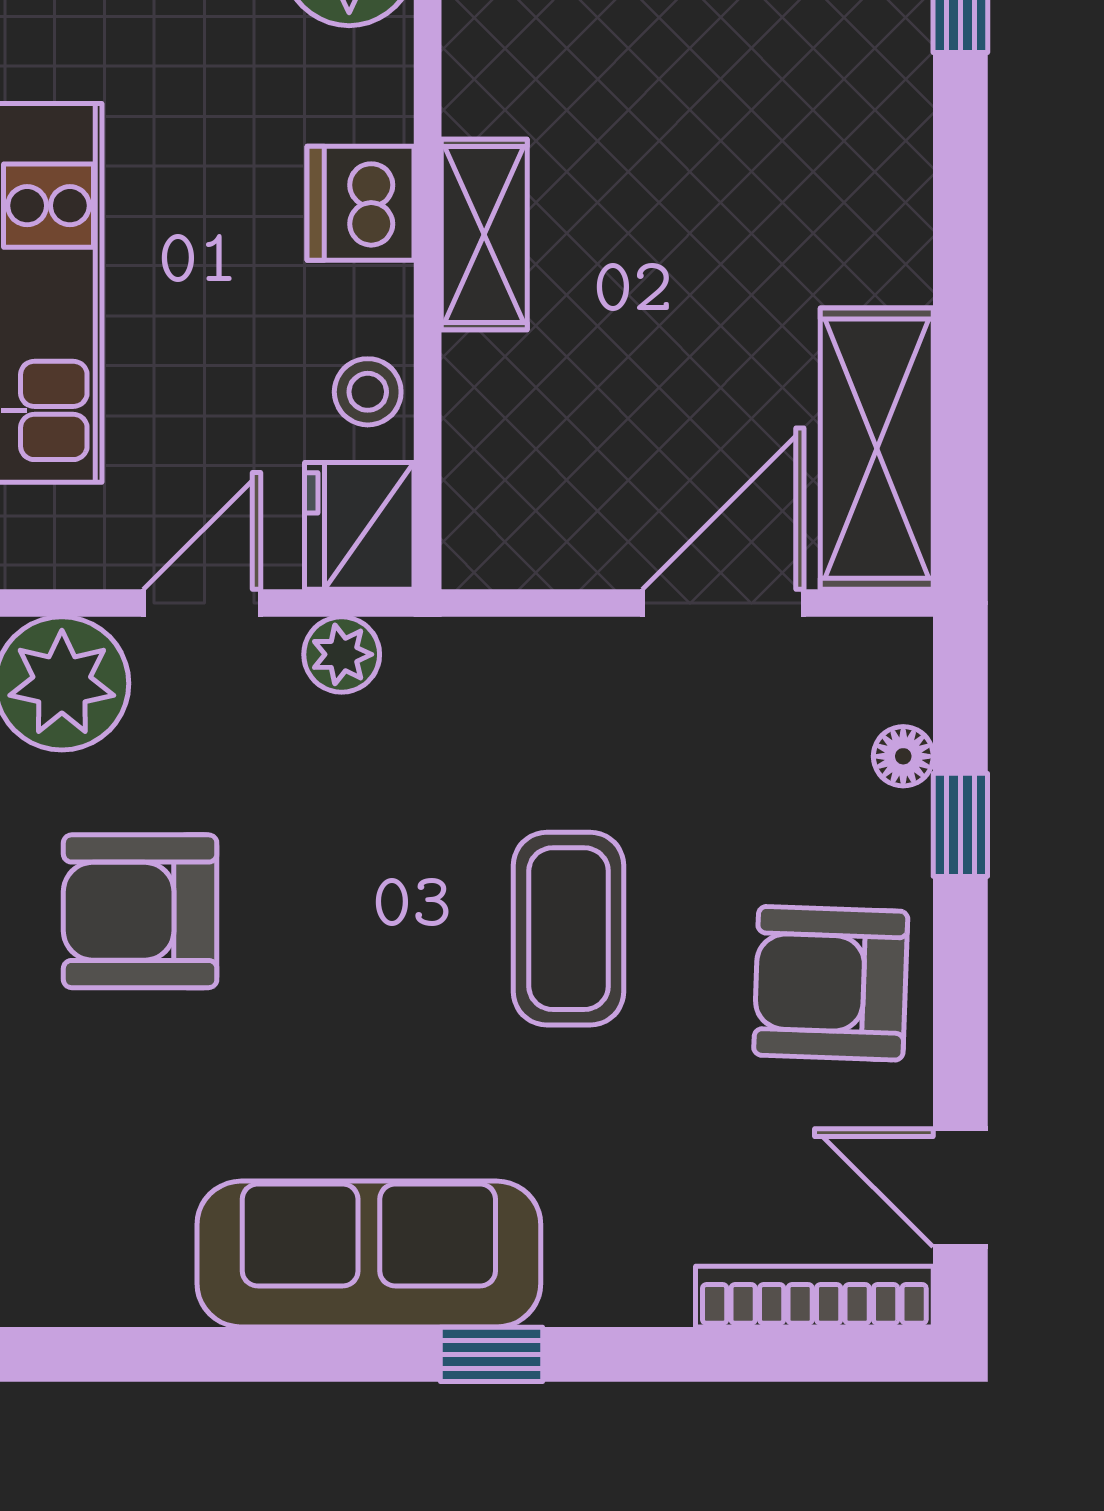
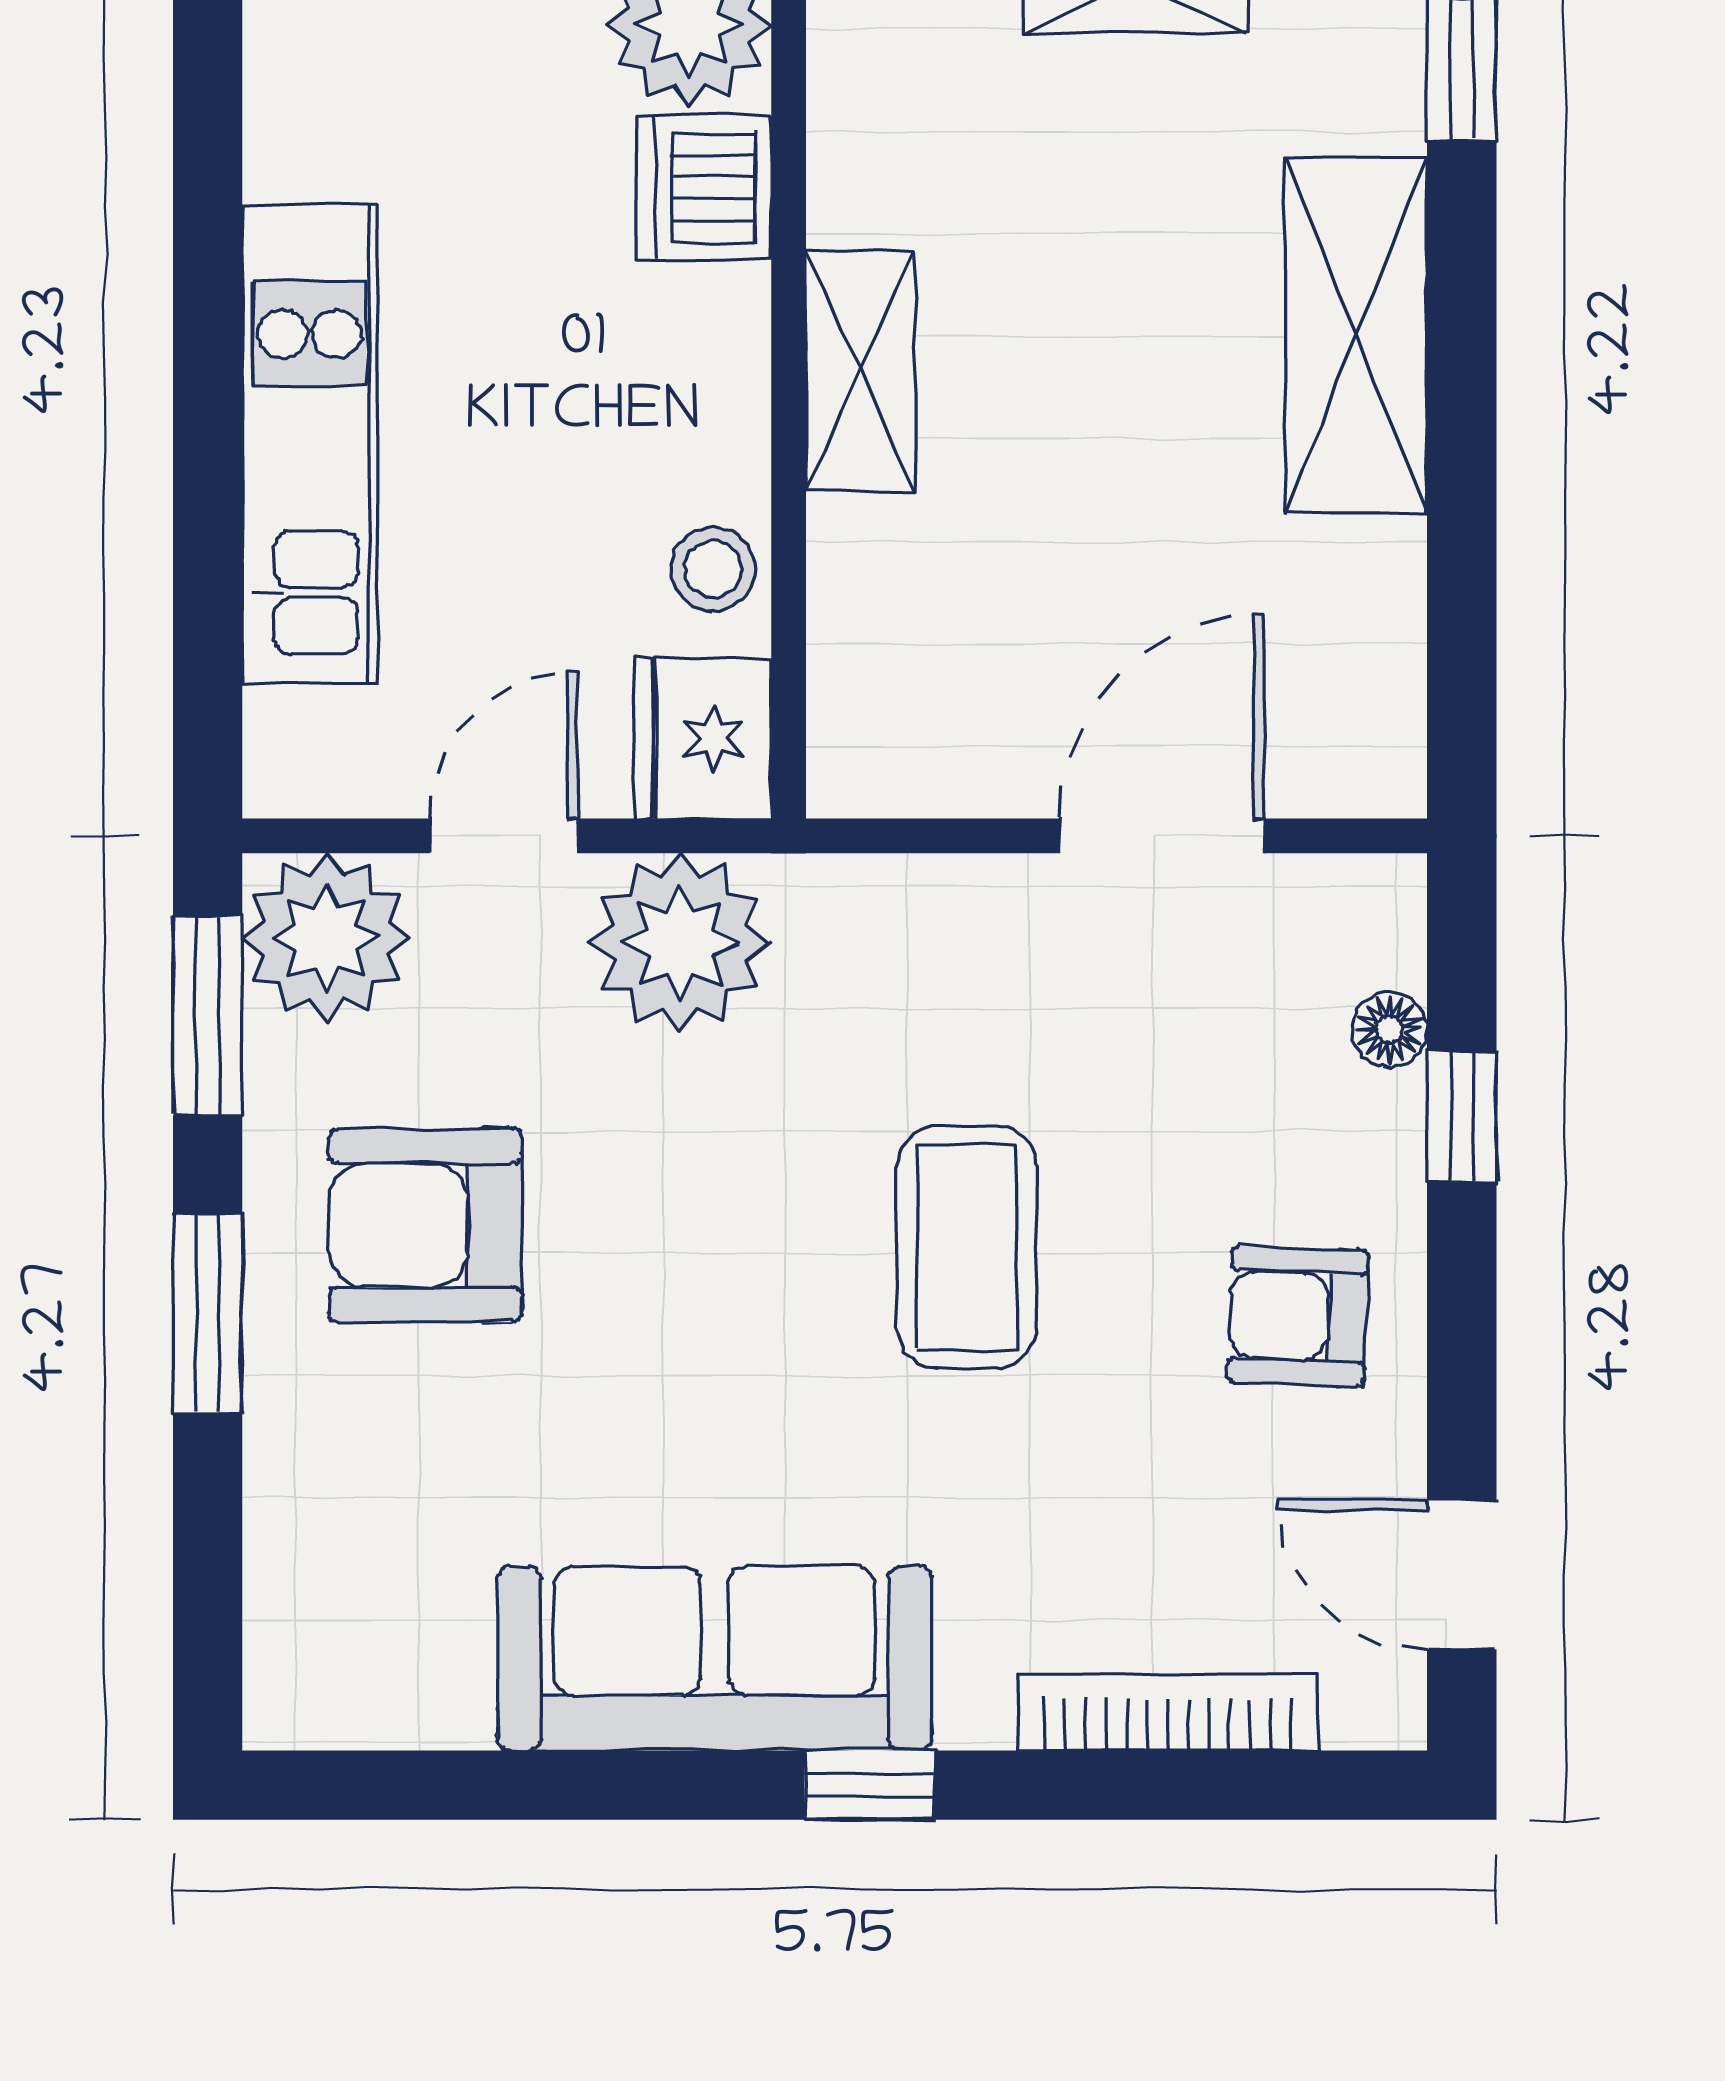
dishwasher: (361, 203) -> (704, 188), moved
shelving: (877, 449) -> (1356, 336), moved
plant: (342, 654) -> (680, 943), width x1.87, depth x1.87
armchair: (831, 983) -> (1298, 1316), width x0.72, depth x0.72
bookcase: (814, 1297) -> (1168, 1712), moved

